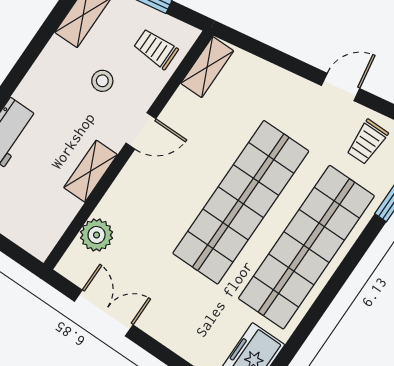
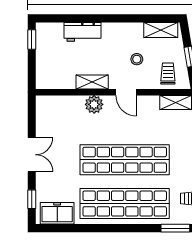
plant: (97, 235) -> (94, 104), moved
double door: (104, 313) -> (32, 155), moved

